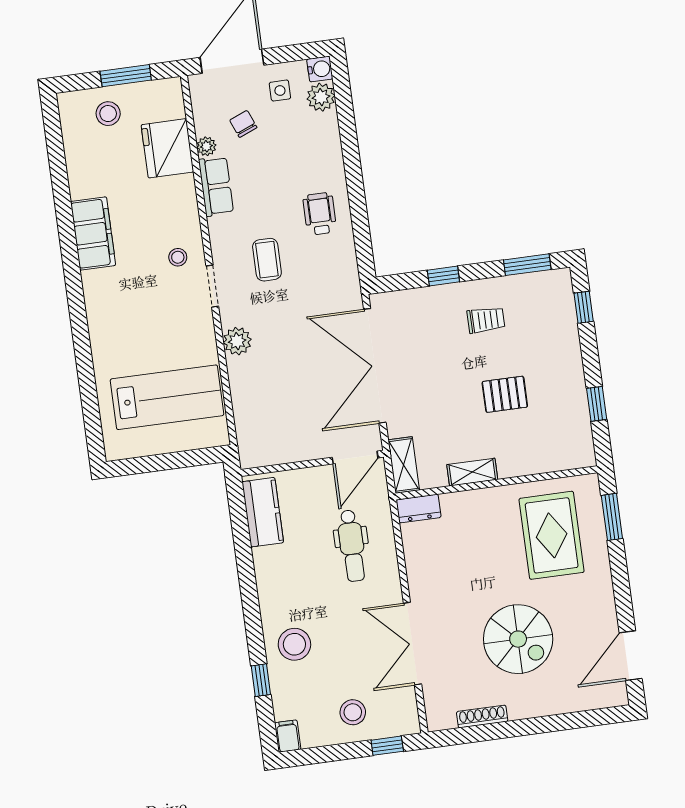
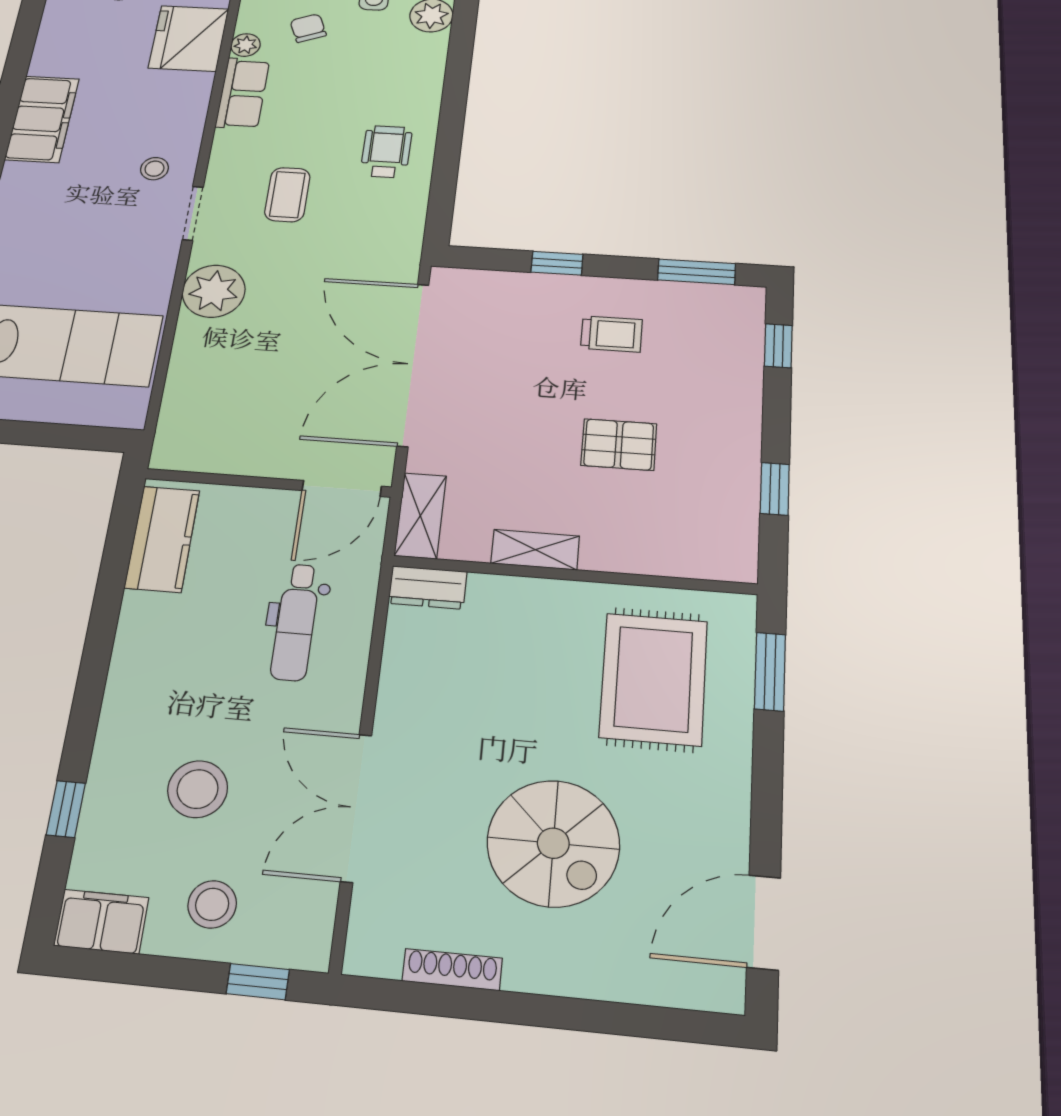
plant: (237, 341) -> (214, 291), width x1.36, depth x1.36
stool: (294, 644) -> (198, 789), moved
filing cabinet: (288, 736) -> (101, 922), width x2.00

